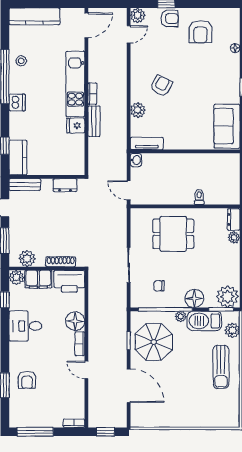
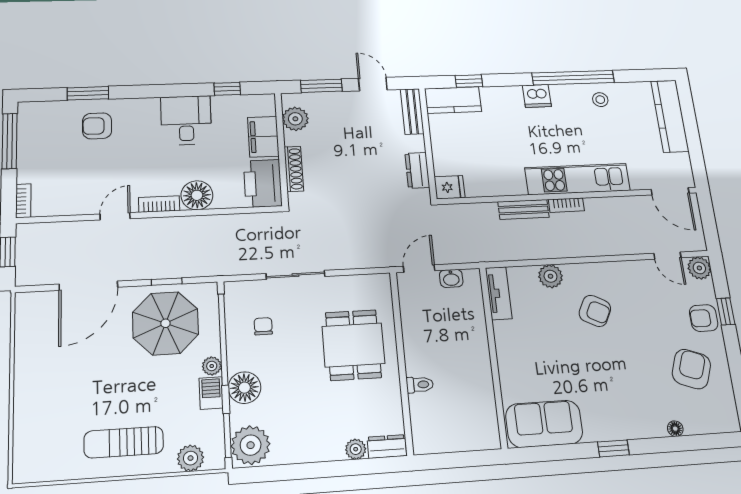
armchair: (170, 18) -> (704, 318), turned 89
armchair: (200, 32) -> (691, 369), turned 110
fridge: (76, 126) -> (449, 187), moved, turned 90
washbasin: (136, 160) -> (451, 278), moved
plant: (16, 277) -> (264, 104), removed
barbecue: (204, 321) -> (211, 393), width x0.53, depth x0.65

